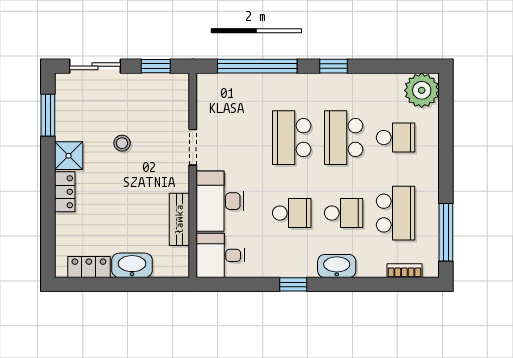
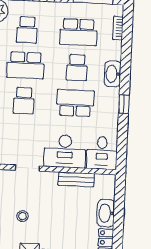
school desk: (292, 138) -> (24, 101), width x0.54
school desk: (396, 138) -> (27, 30), turned 180
school desk: (292, 213) -> (75, 103), width x1.85
school desk: (344, 213) -> (77, 68), turned 180
school desk: (396, 213) -> (78, 32), turned 180

